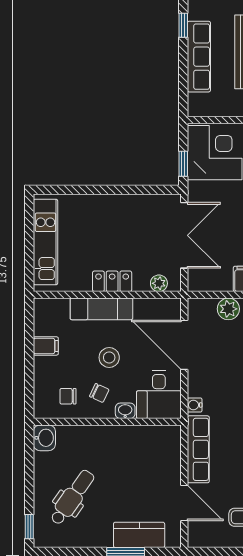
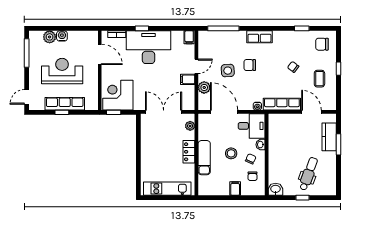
window: (183, 25) -> (62, 112), moved
window: (183, 164) -> (114, 112), moved
door: (184, 345) -> (224, 112), swing flipped
filing cabinet: (46, 346) -> (235, 188), moved
dental chair: (72, 497) -> (308, 174), turned 75
door: (184, 503) -> (312, 112), hinge flipped
window: (29, 527) -> (302, 198), moved

